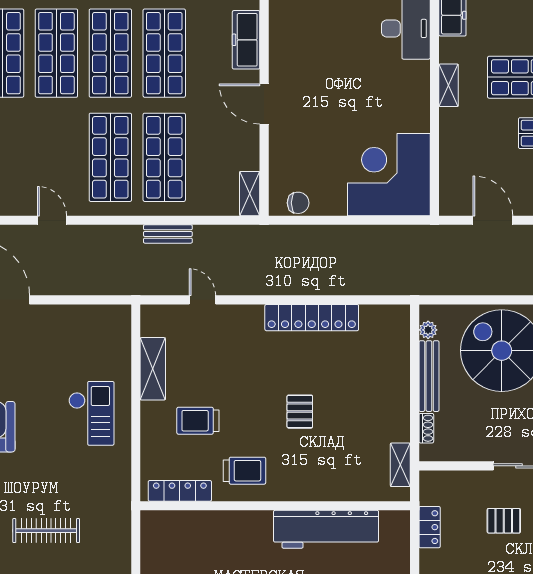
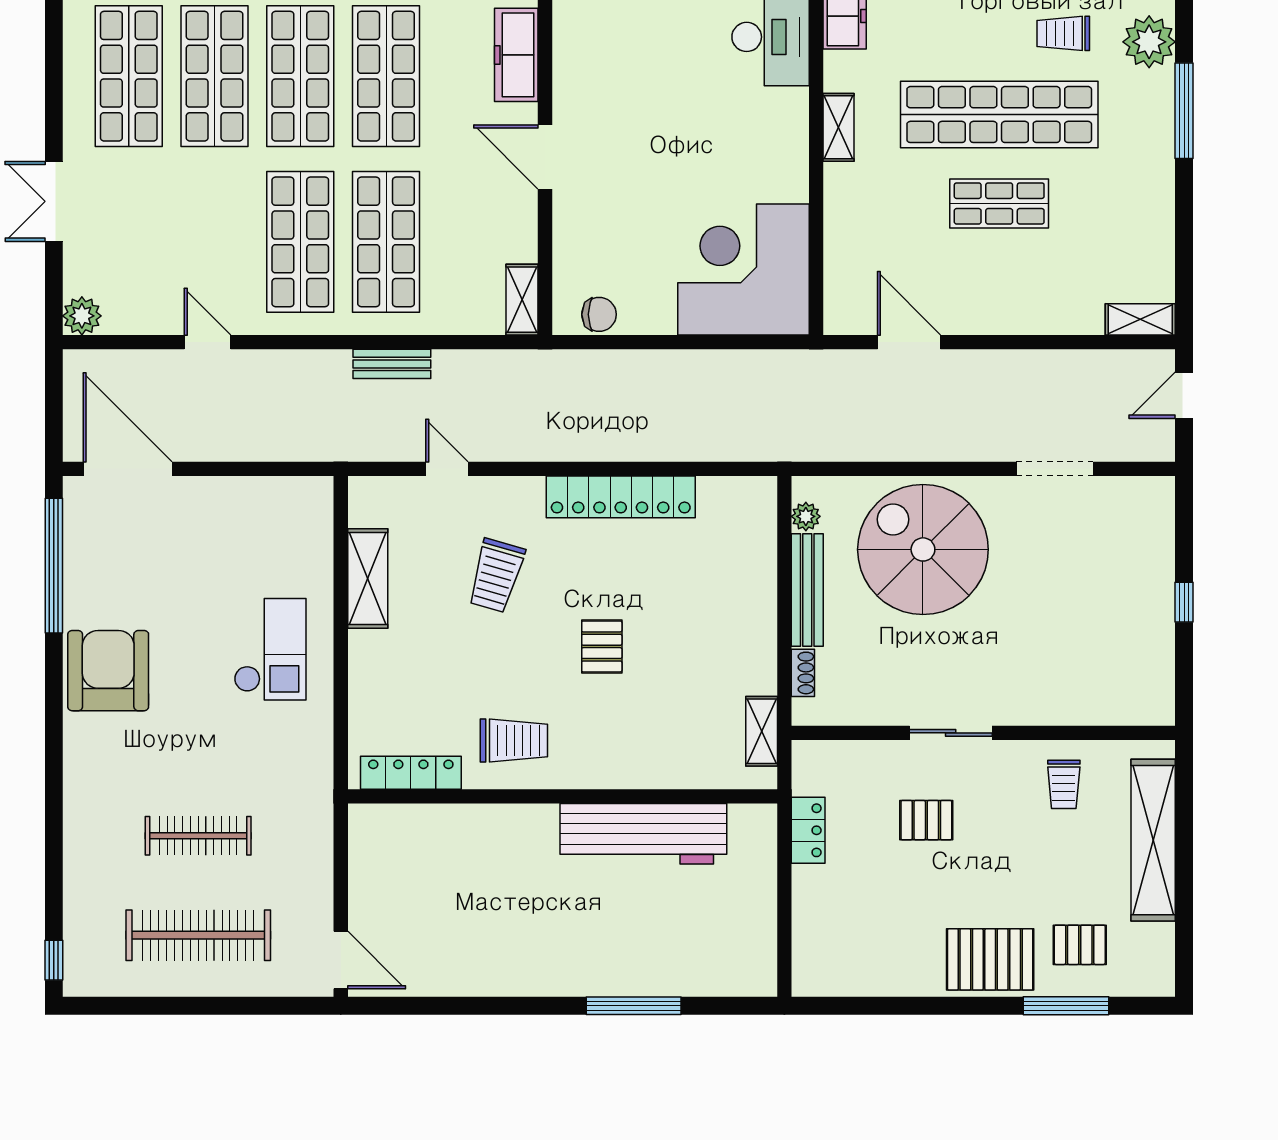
trolley: (198, 421) -> (496, 575), moved, turned -74

